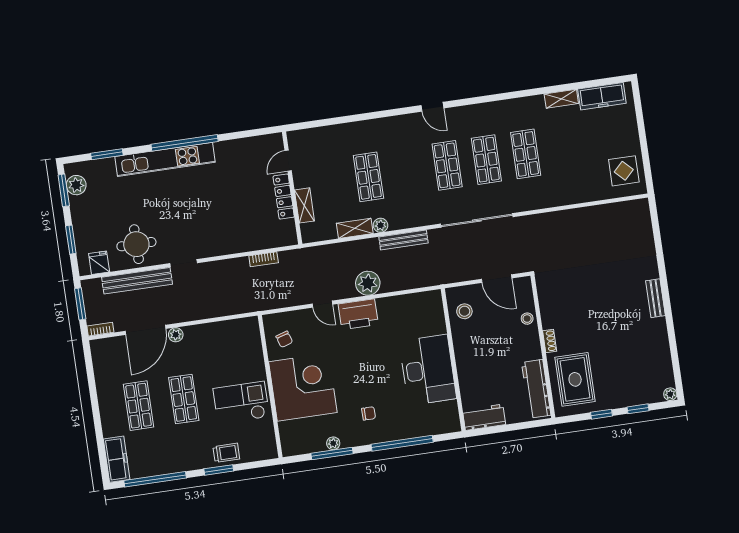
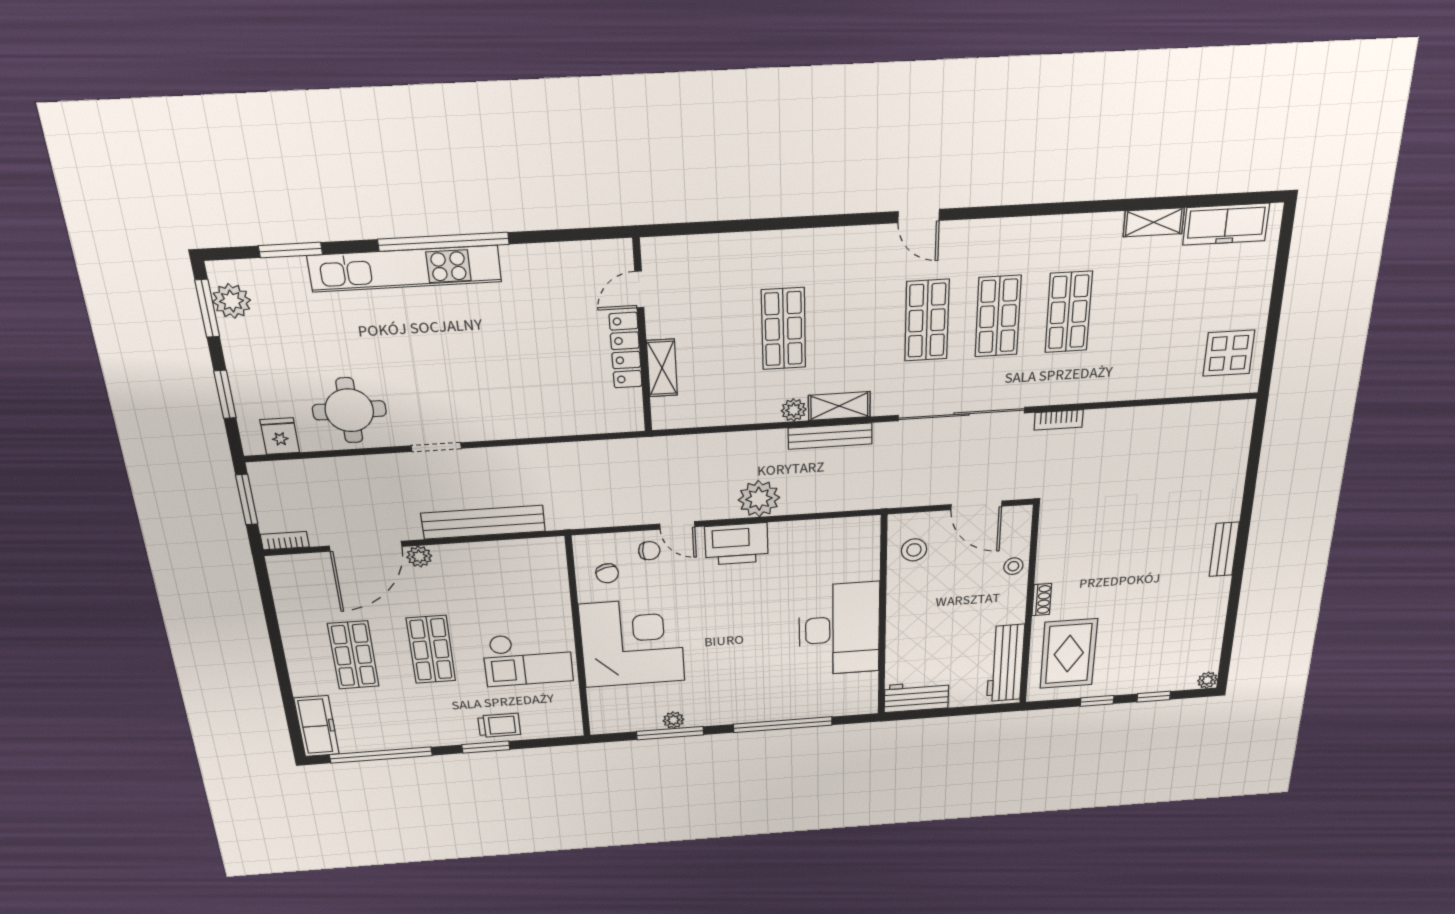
shelving: (355, 228) -> (839, 406), moved
bookcase: (264, 259) -> (1059, 420), moved
bench: (137, 281) -> (483, 522), moved
checkout: (241, 403) -> (528, 659), turned 180
chair: (369, 413) -> (649, 551), moved

